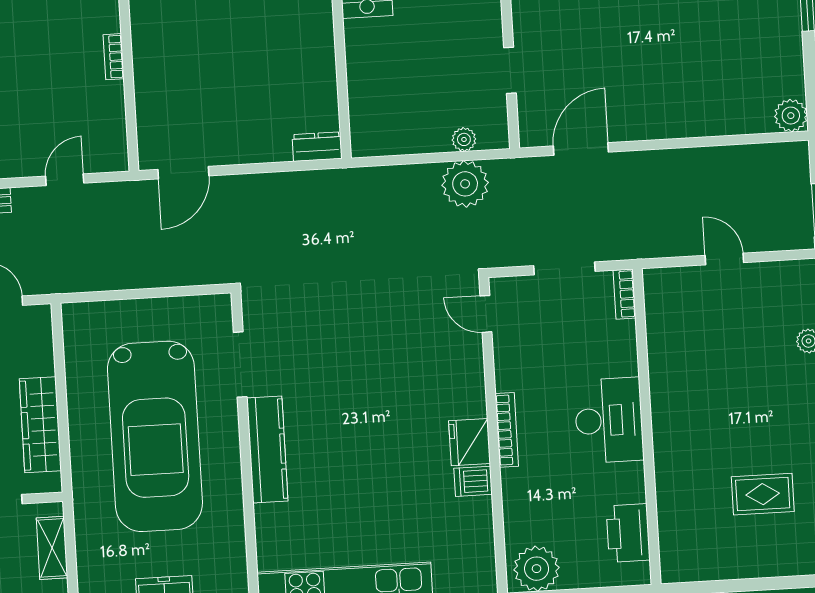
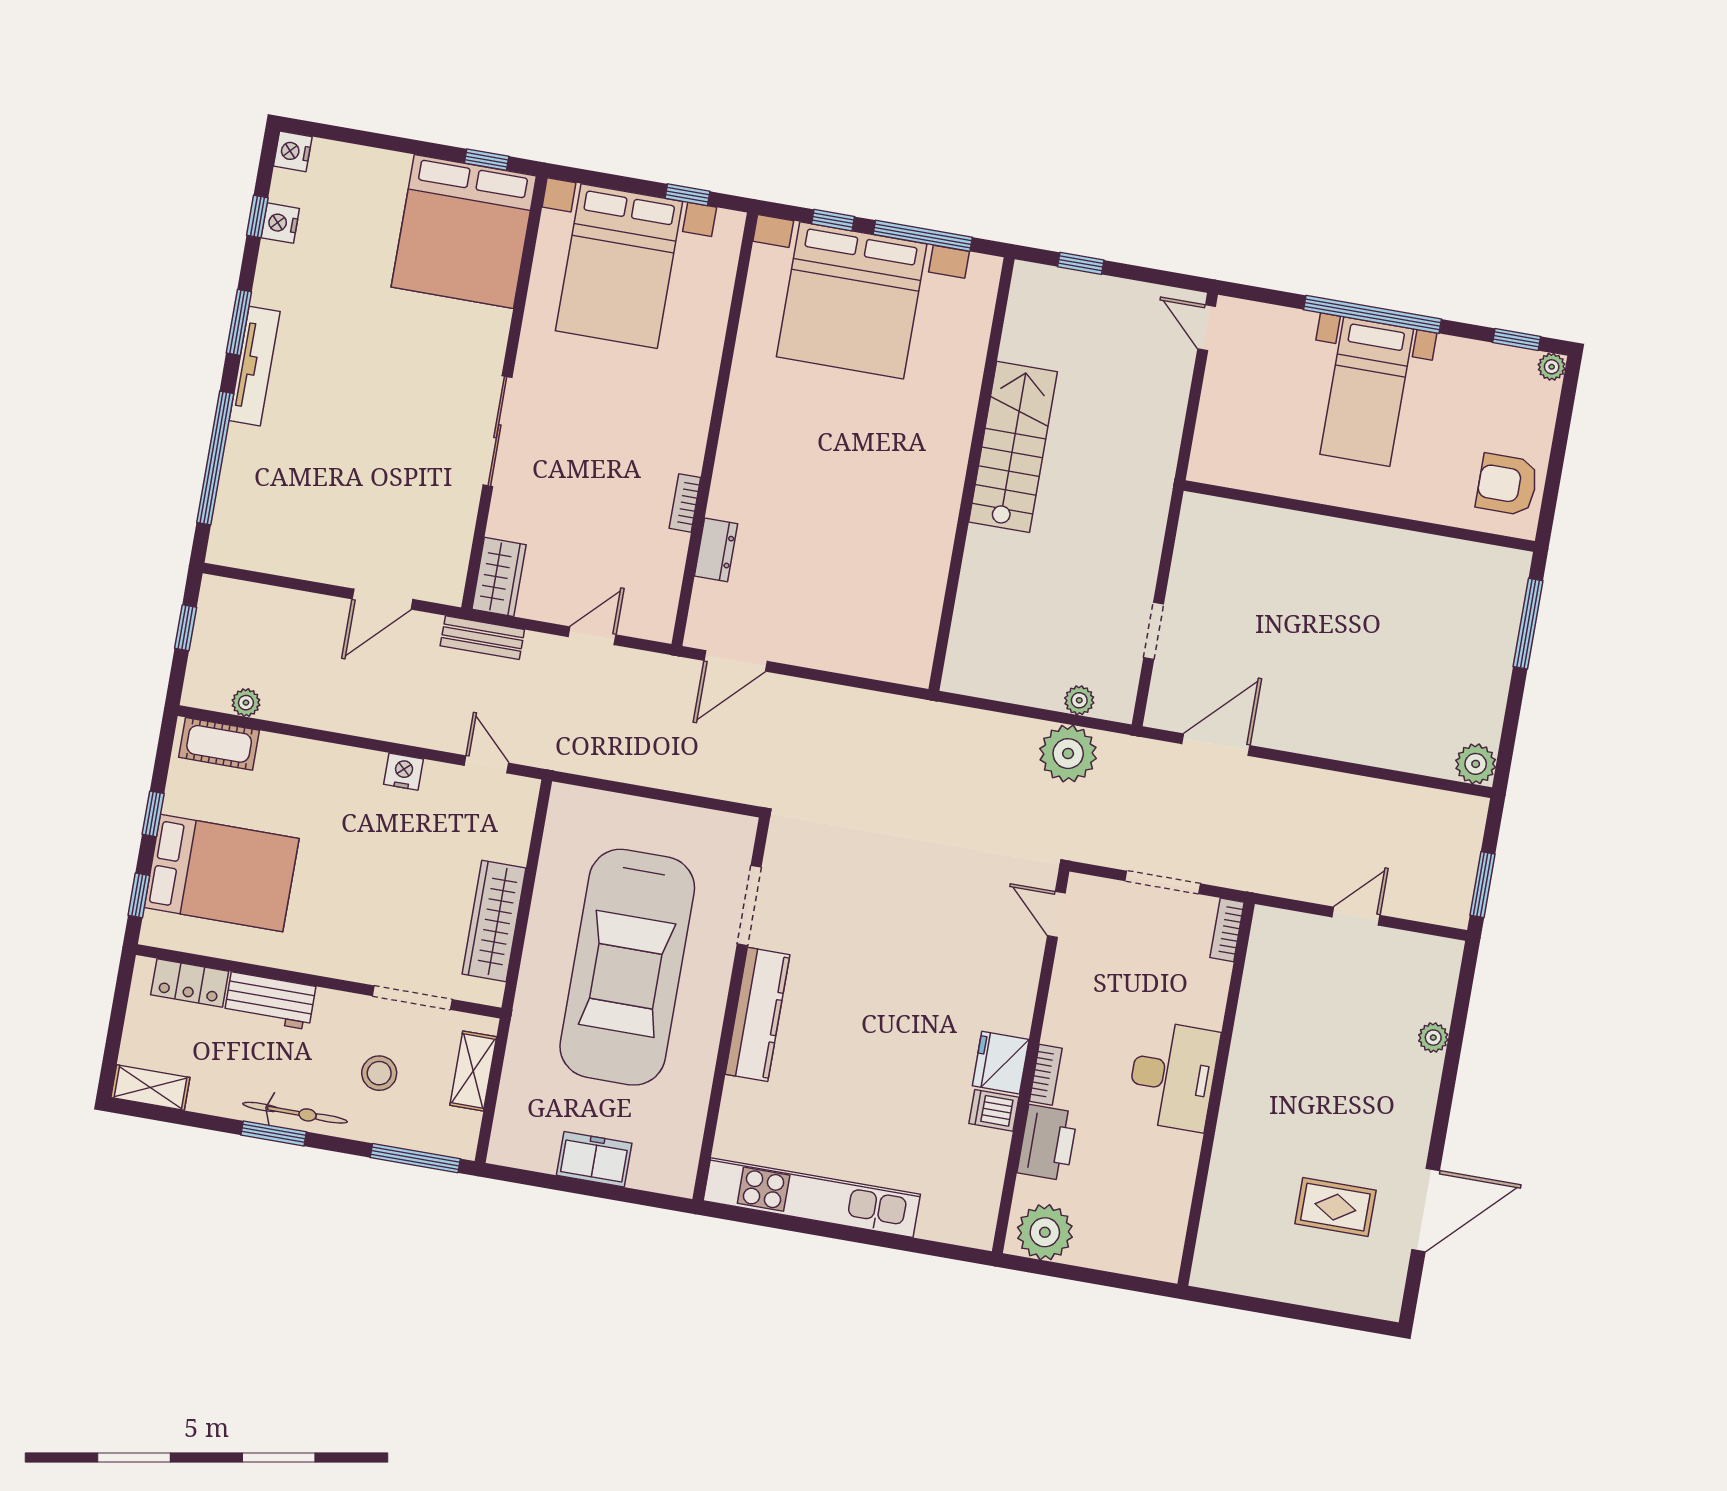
dresser: (317, 147) -> (716, 550), moved, turned 90
door: (724, 259) -> (1356, 916), hinge flipped
bookcase: (507, 430) -> (1046, 1075), width x0.64
printer: (628, 533) -> (1047, 1143), moved, turned 180

